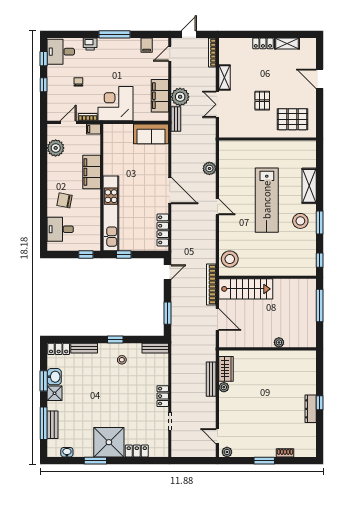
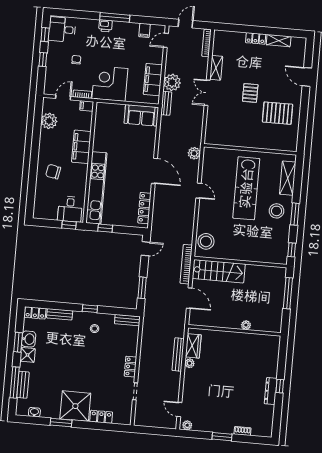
printer: (90, 44) -> (105, 26), moved
wall: (267, 139) -> (250, 149), moved
desk: (60, 229) -> (70, 209), moved, turned -90

